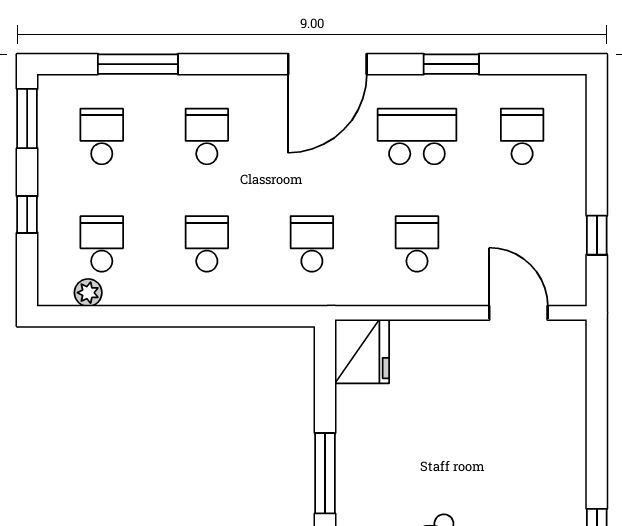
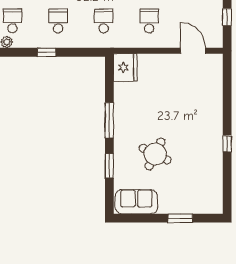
window: (180, 316) -> (47, 52), added

